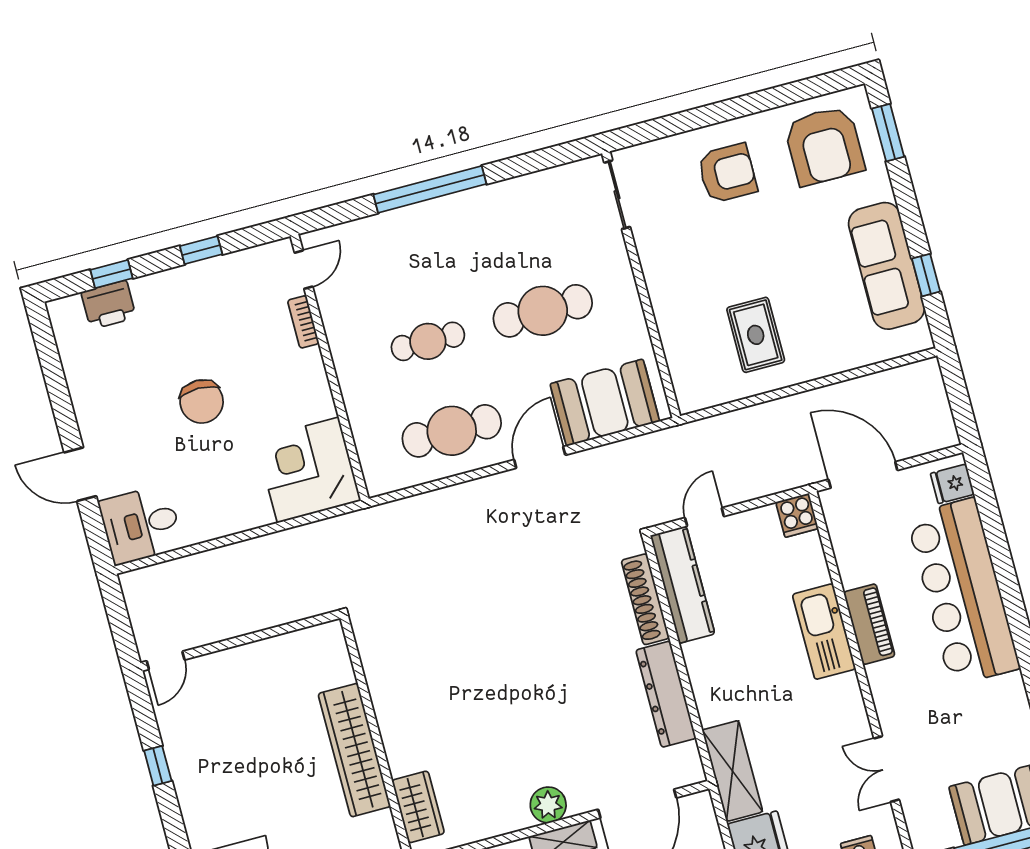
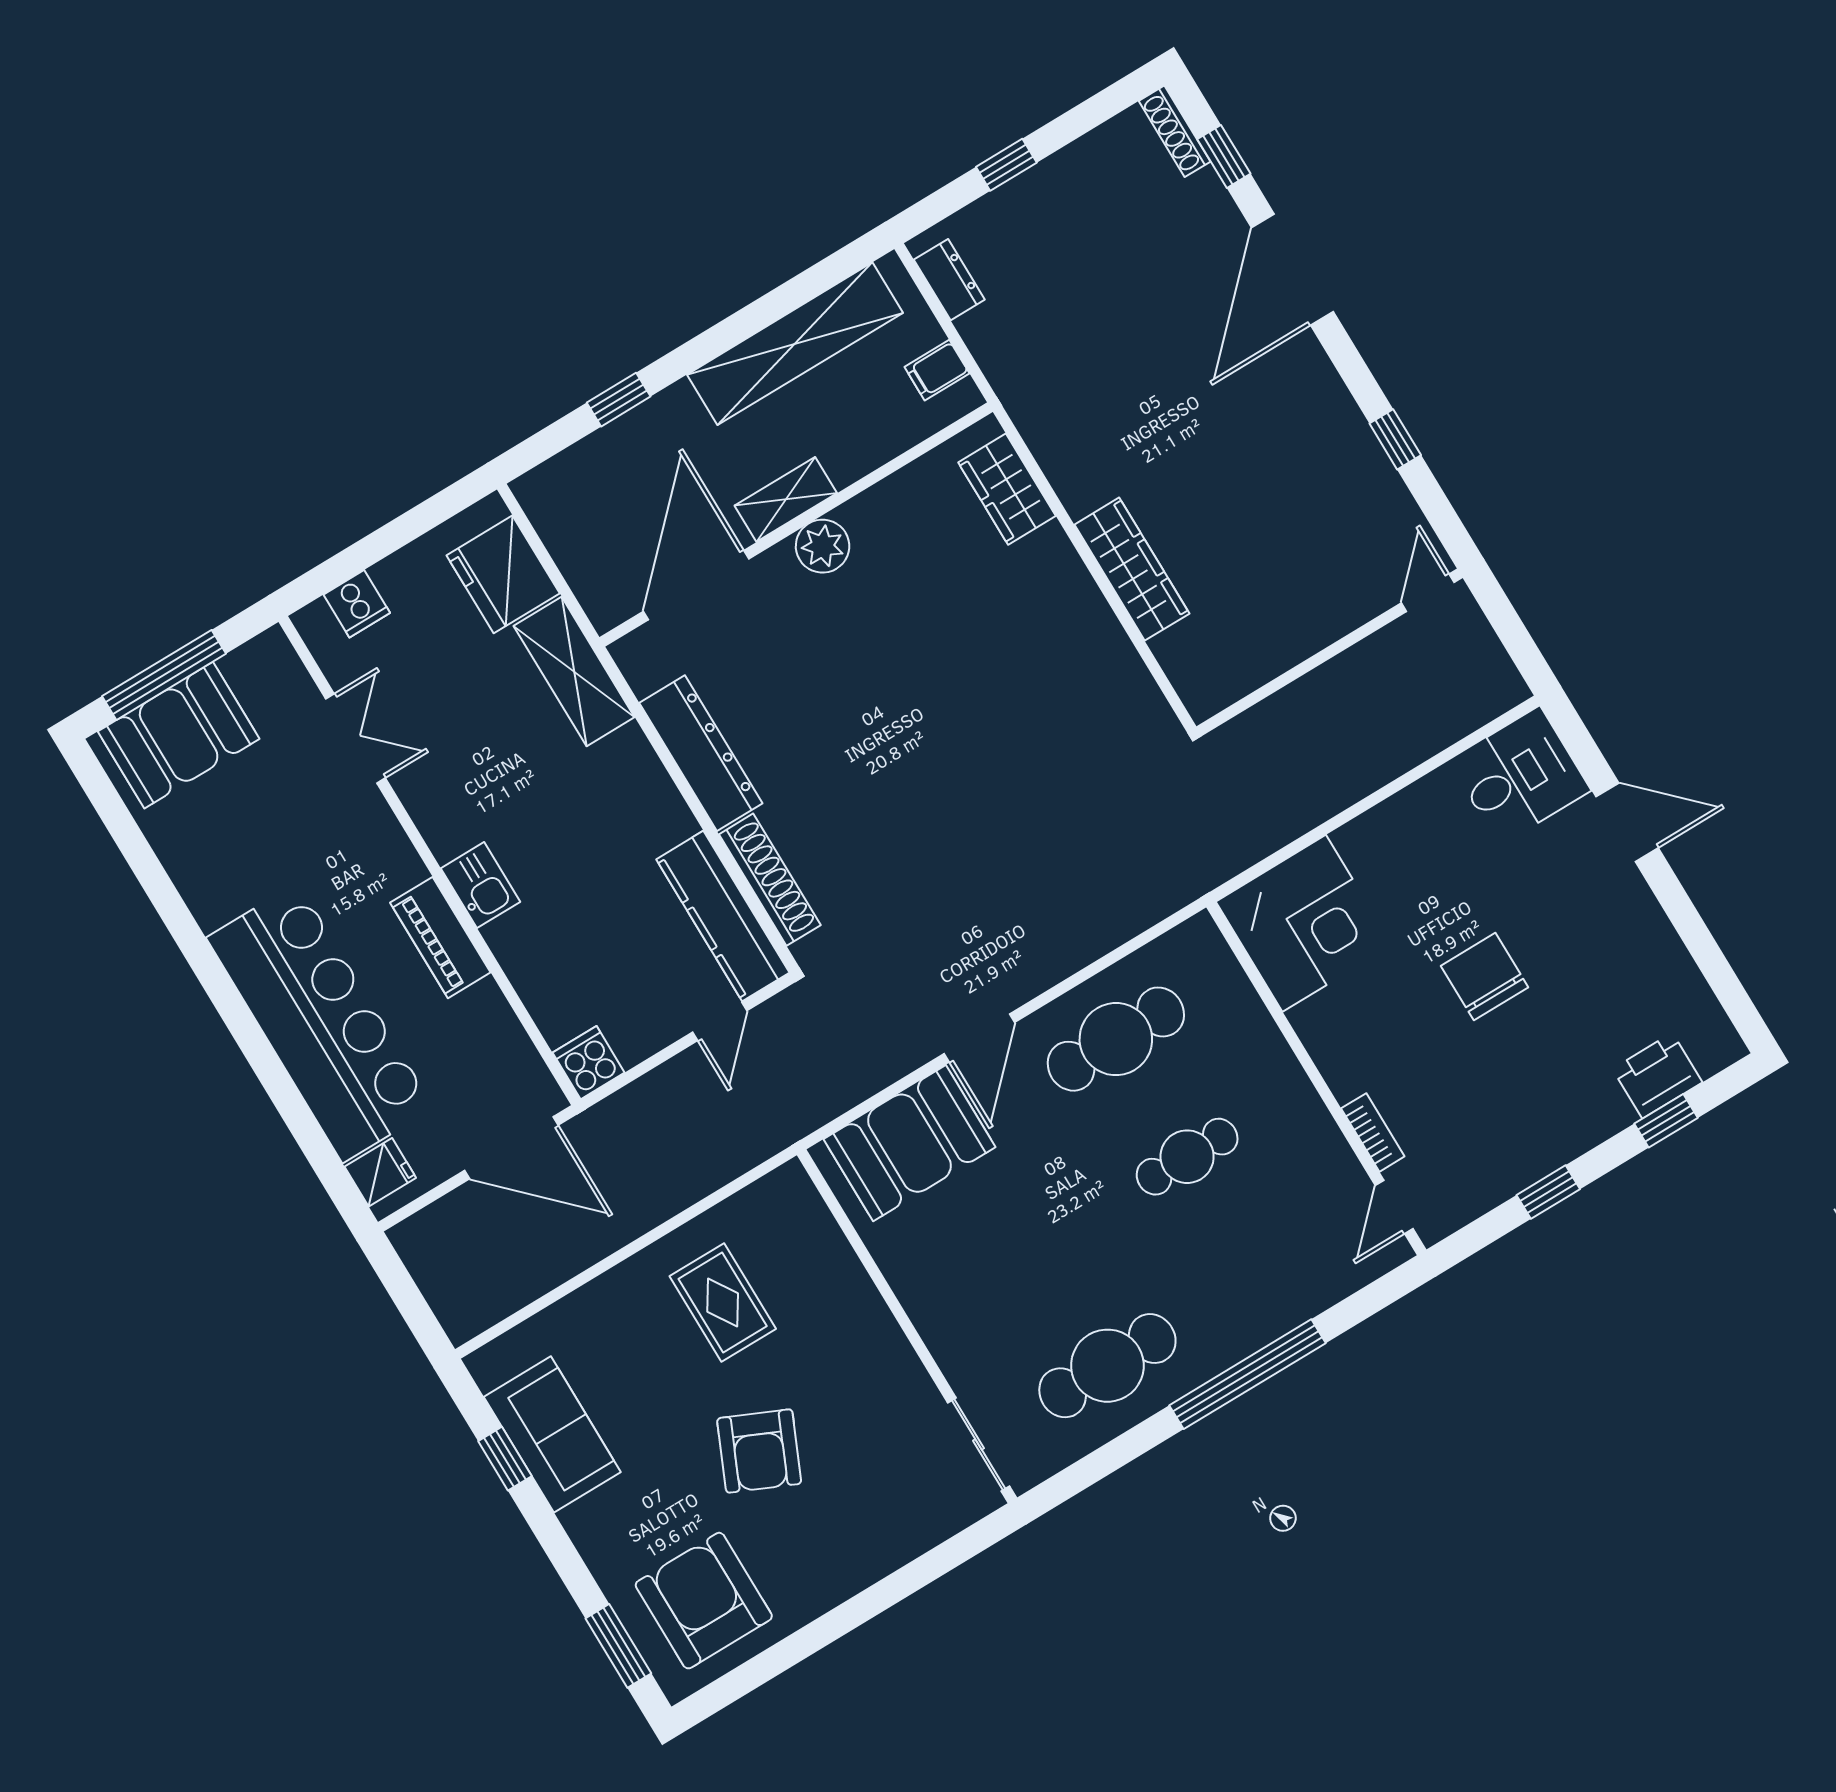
armchair: (727, 173) -> (759, 1451), moved, turned -66
sofa: (887, 266) -> (552, 1434), width x0.73
cafe table: (543, 311) -> (1107, 1366), moved
kitchen sink: (824, 632) -> (481, 885), width x0.53, depth x0.81
wardrobe: (354, 750) -> (1132, 569), width x0.71, depth x0.85

